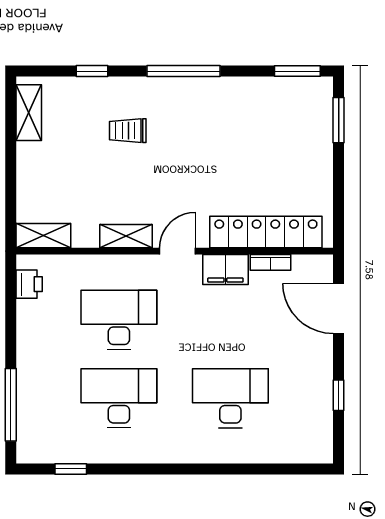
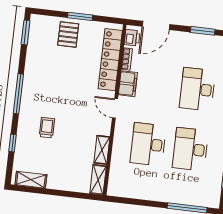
window: (339, 120) -> (80, 16), moved
trolley: (128, 131) -> (47, 128), turned 180
pallet: (303, 150) -> (68, 35), added
shelving: (126, 236) -> (102, 150), moved
printer: (29, 284) -> (132, 38), moved, turned 90
window: (339, 395) -> (203, 31), width x1.50

